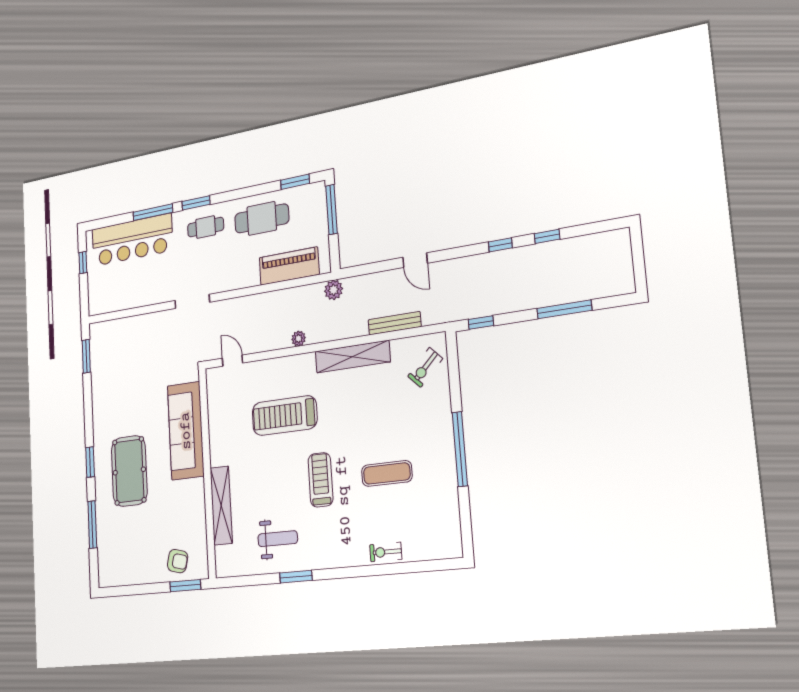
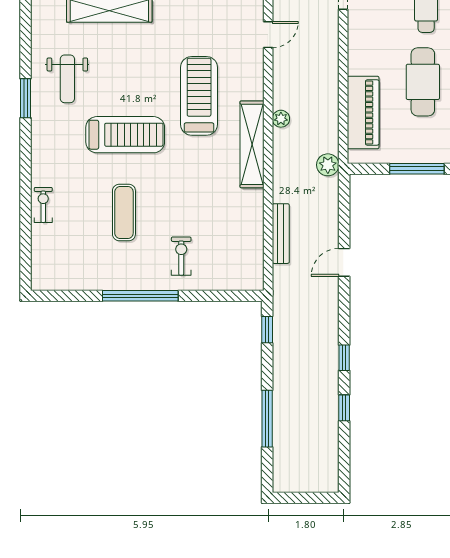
shelving: (353, 357) -> (252, 144), moved
exercise bike: (425, 367) -> (181, 256), moved, turned 45
treadmill: (321, 480) -> (125, 135), width x1.37, depth x1.37

